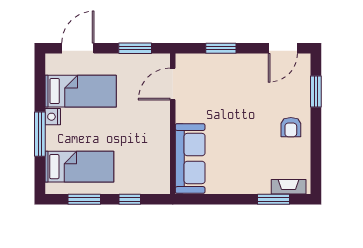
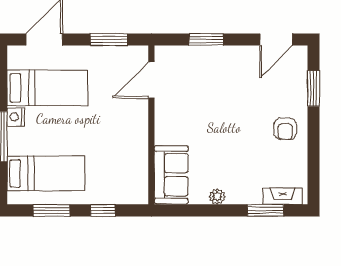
sofa: (190, 159) -> (171, 175), width x0.73
plant: (231, 187) -> (217, 196), added

